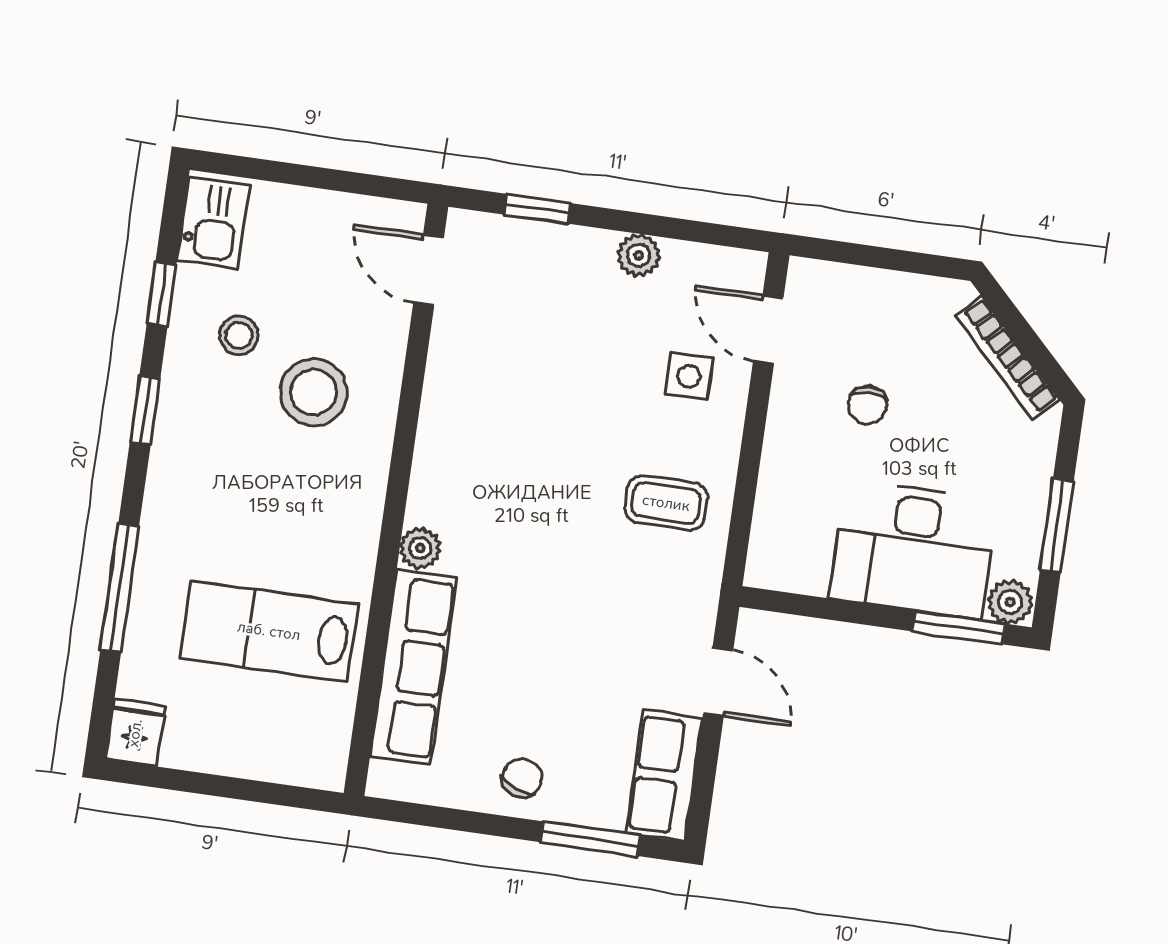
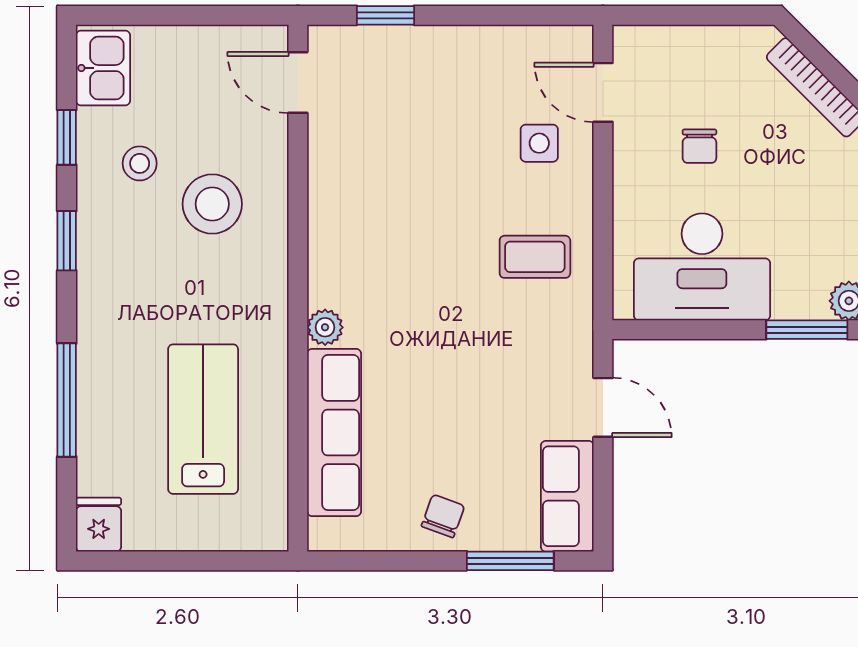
plant: (639, 255) -> (480, 43), removed
desk: (913, 549) -> (702, 267), moved
lab bench: (269, 631) -> (203, 419), turned 90

